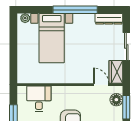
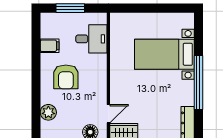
plant: (25, 18) -> (188, 22), removed

